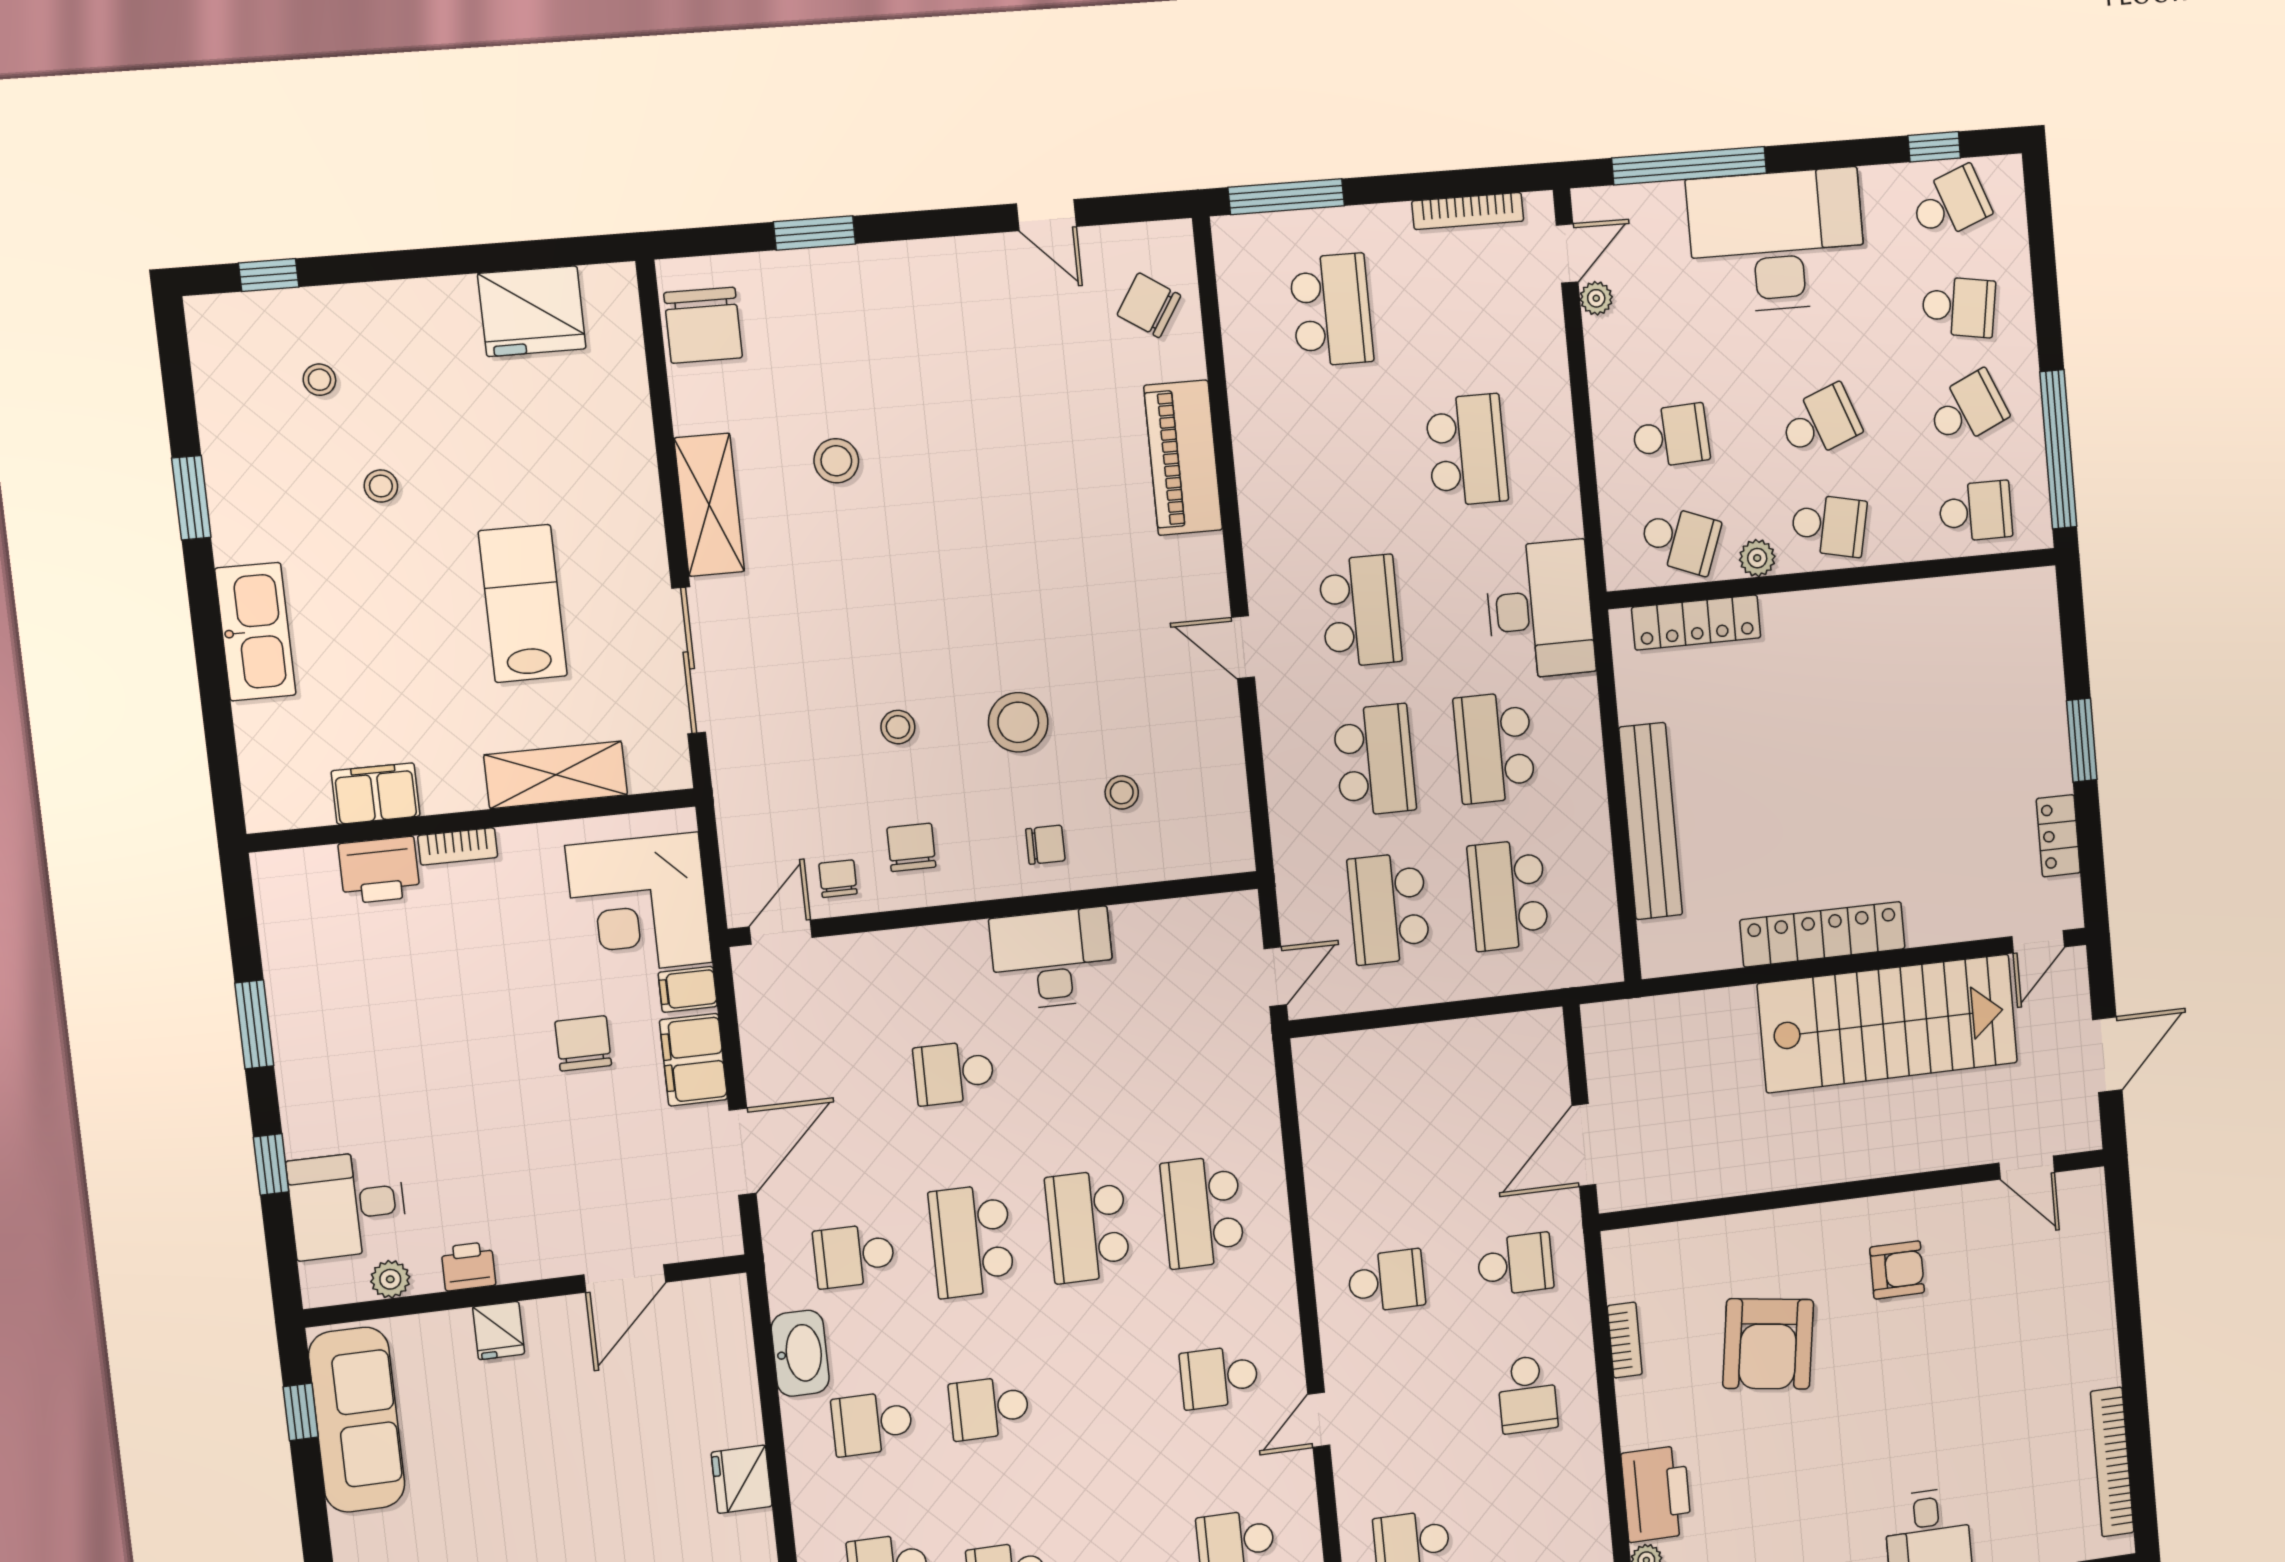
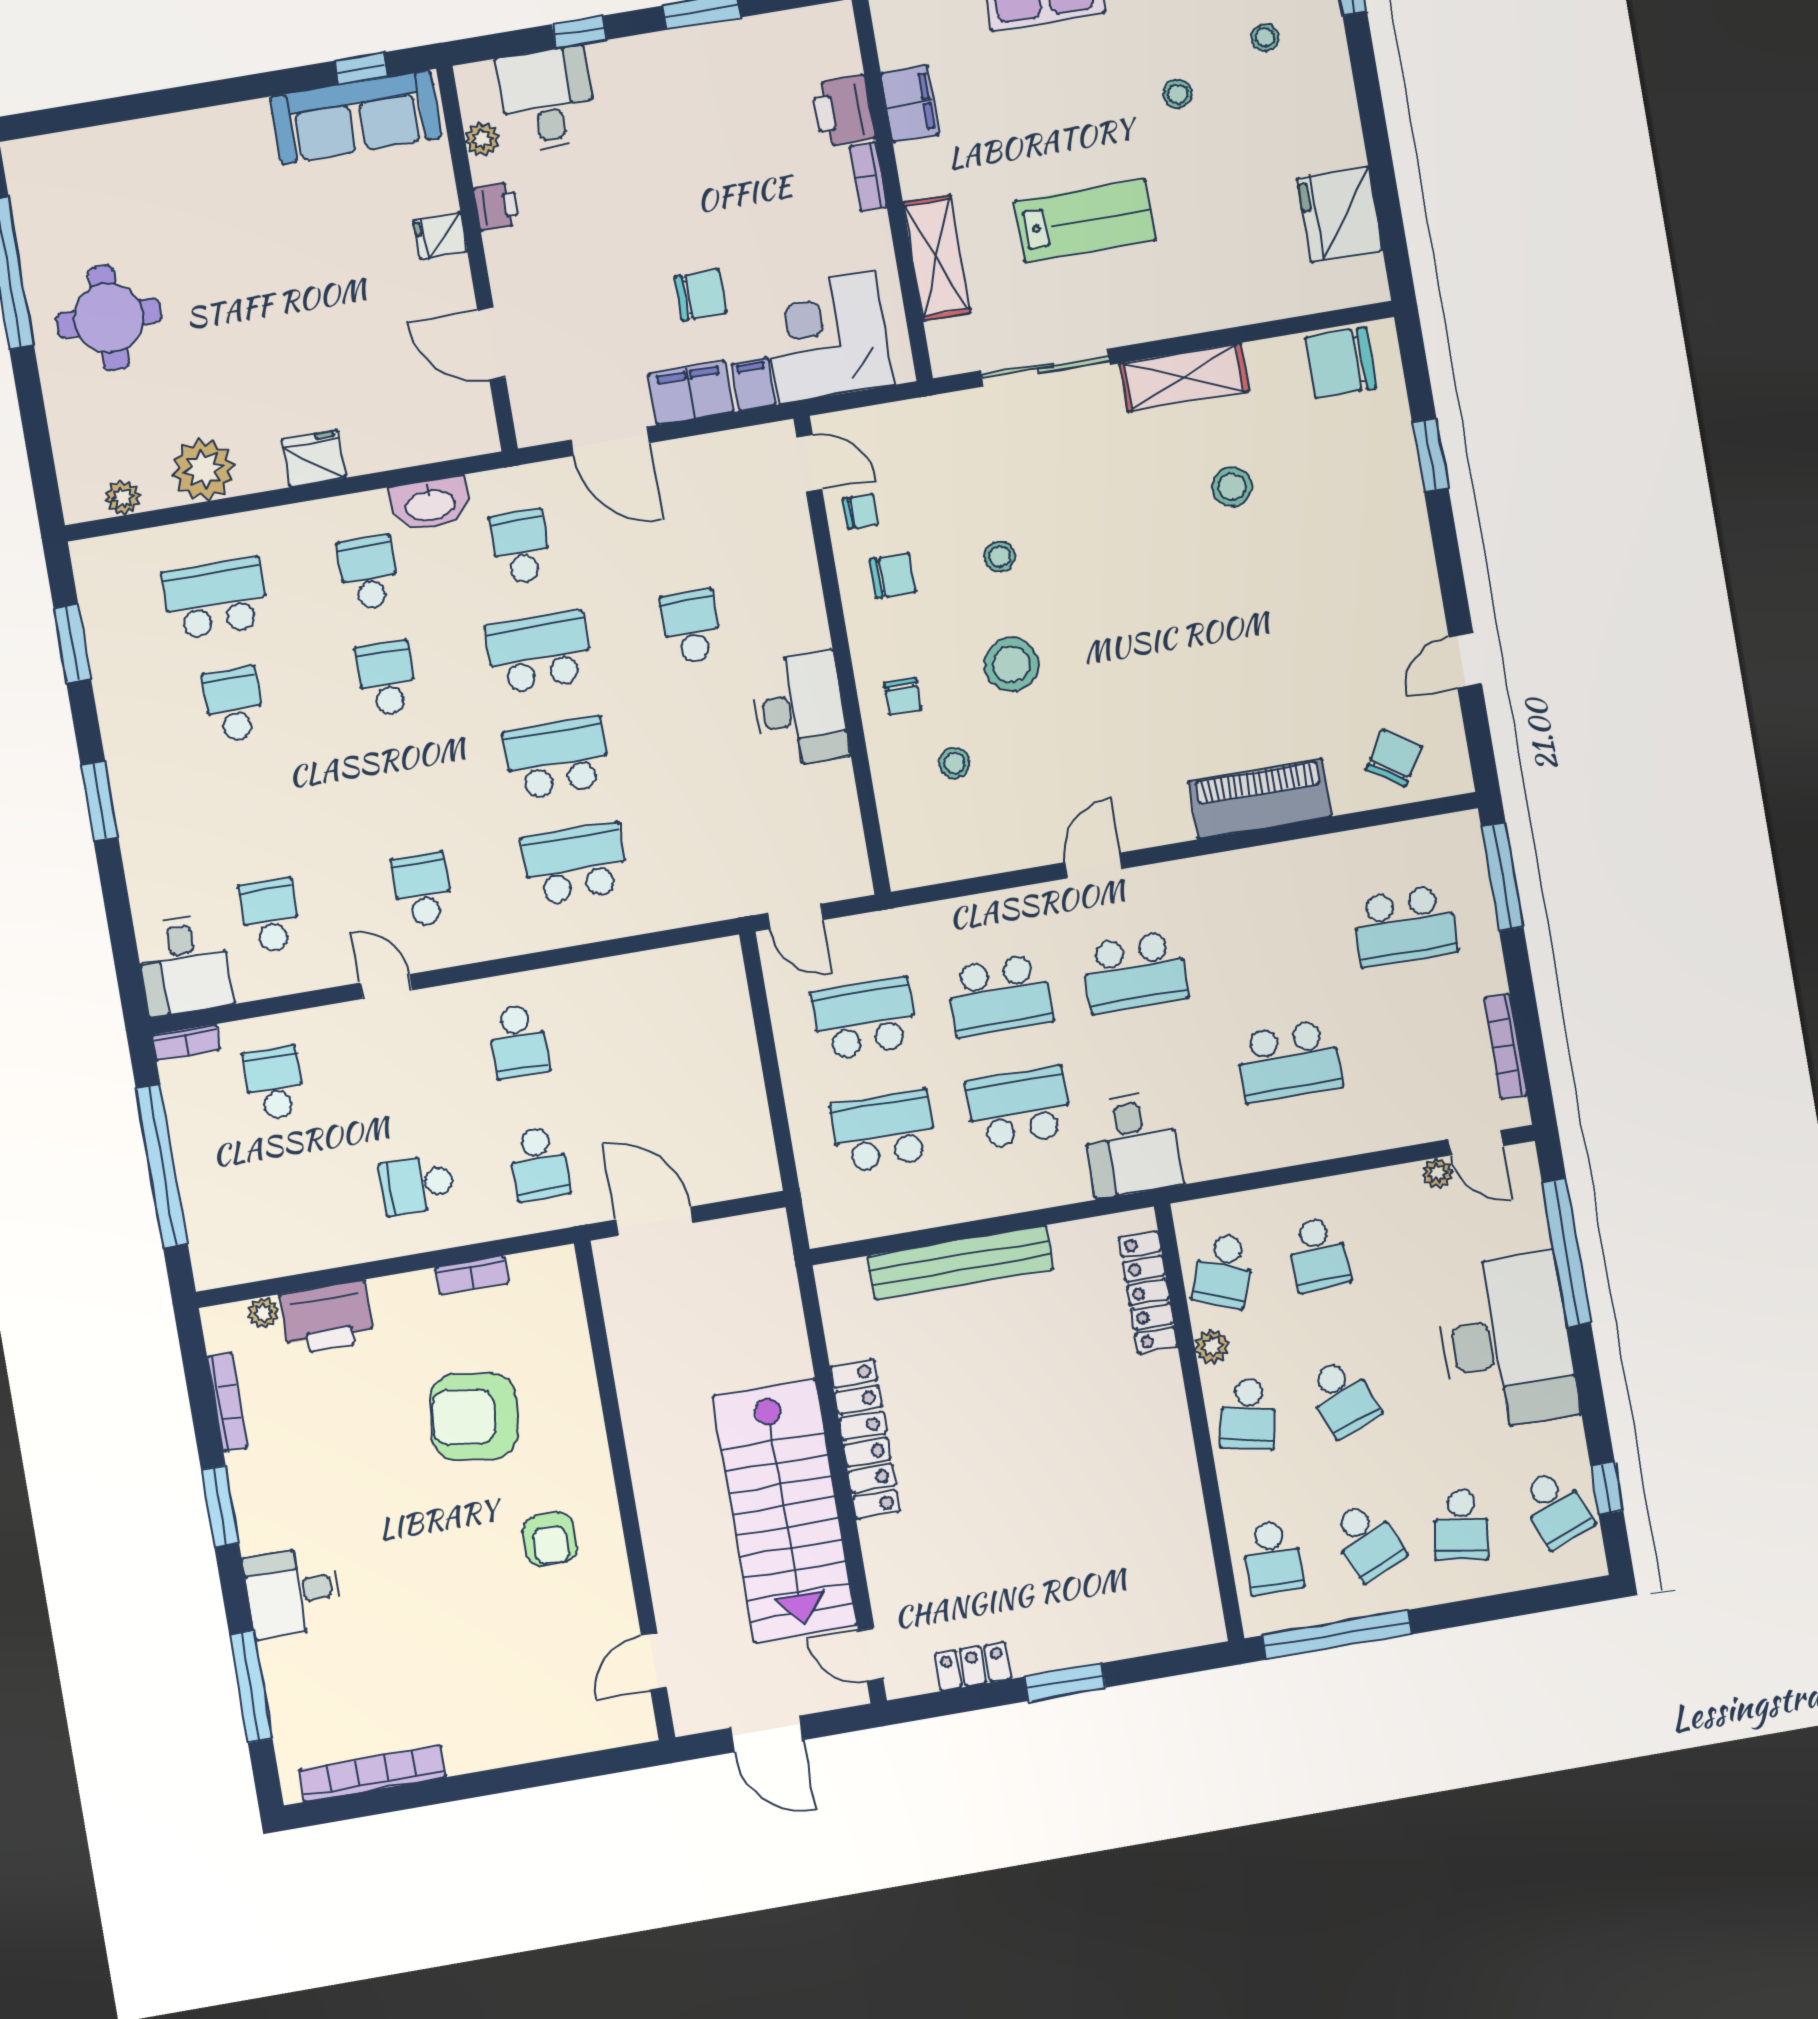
desk: (1540, 610) -> (1132, 1144), width x0.73

